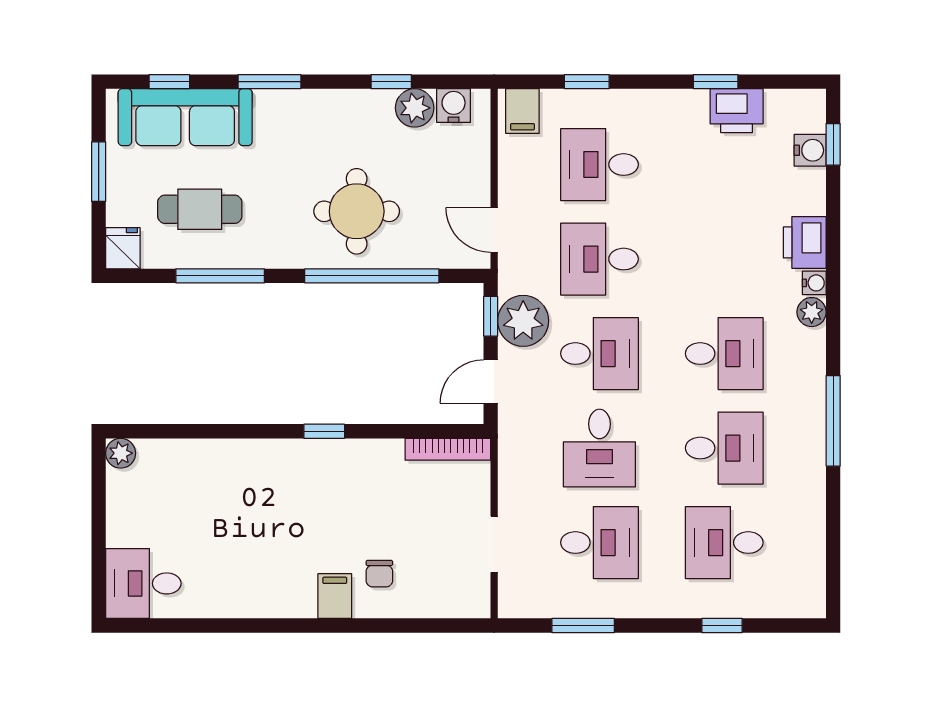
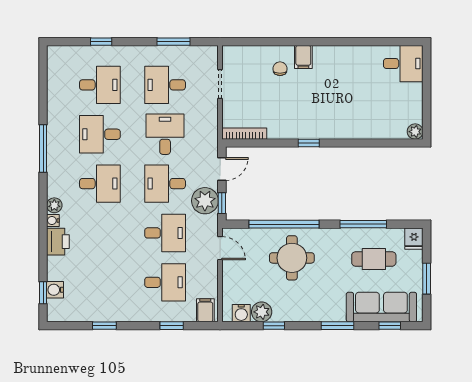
printer: (737, 111) -> (93, 310), removed
desk: (724, 354) -> (100, 184), turned 180

